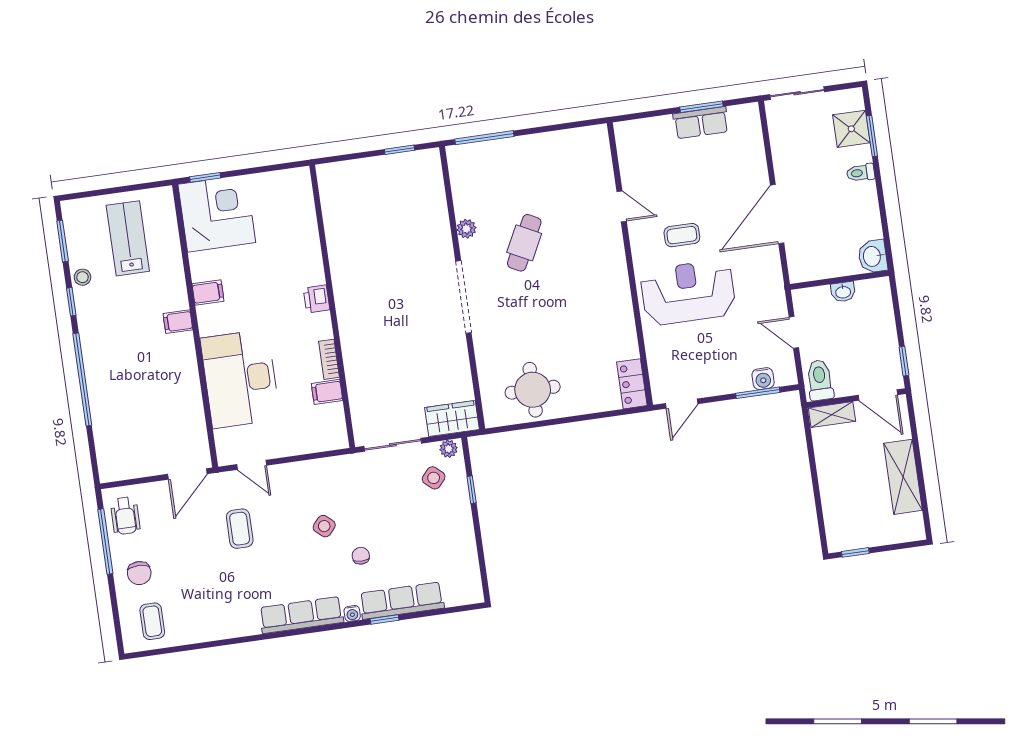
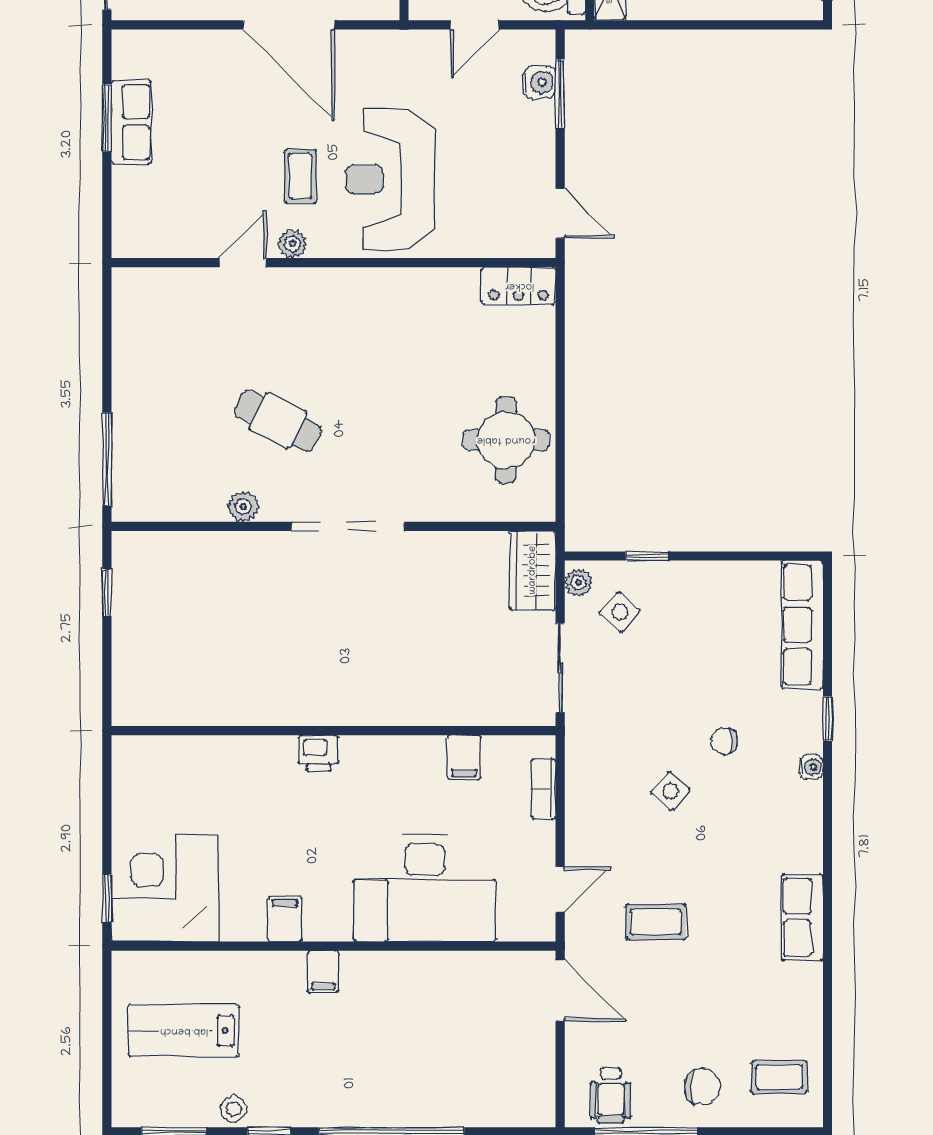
plant: (638, 236) -> (292, 244), added
bookcase: (329, 359) -> (544, 789), moved, turned 90
wheelchair: (125, 516) -> (611, 1096), turned 90
row of seats: (402, 601) -> (802, 625), moved
row of seats: (301, 615) -> (802, 917), moved, width x0.68

